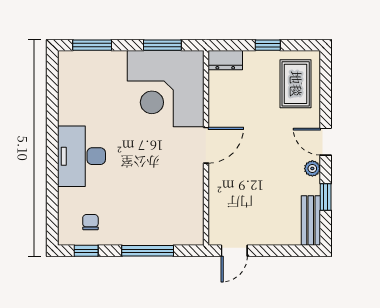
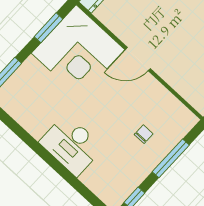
door: (206, 145) -> (138, 59), swing flipped
chair: (90, 222) -> (144, 134), moved, turned 90

